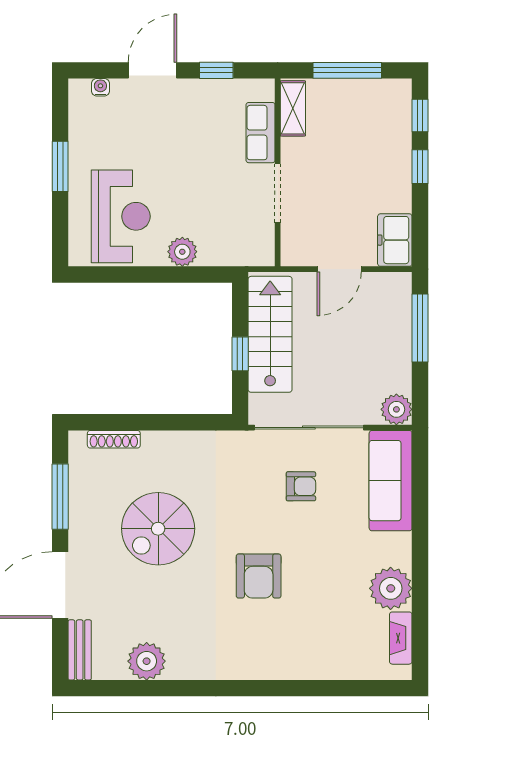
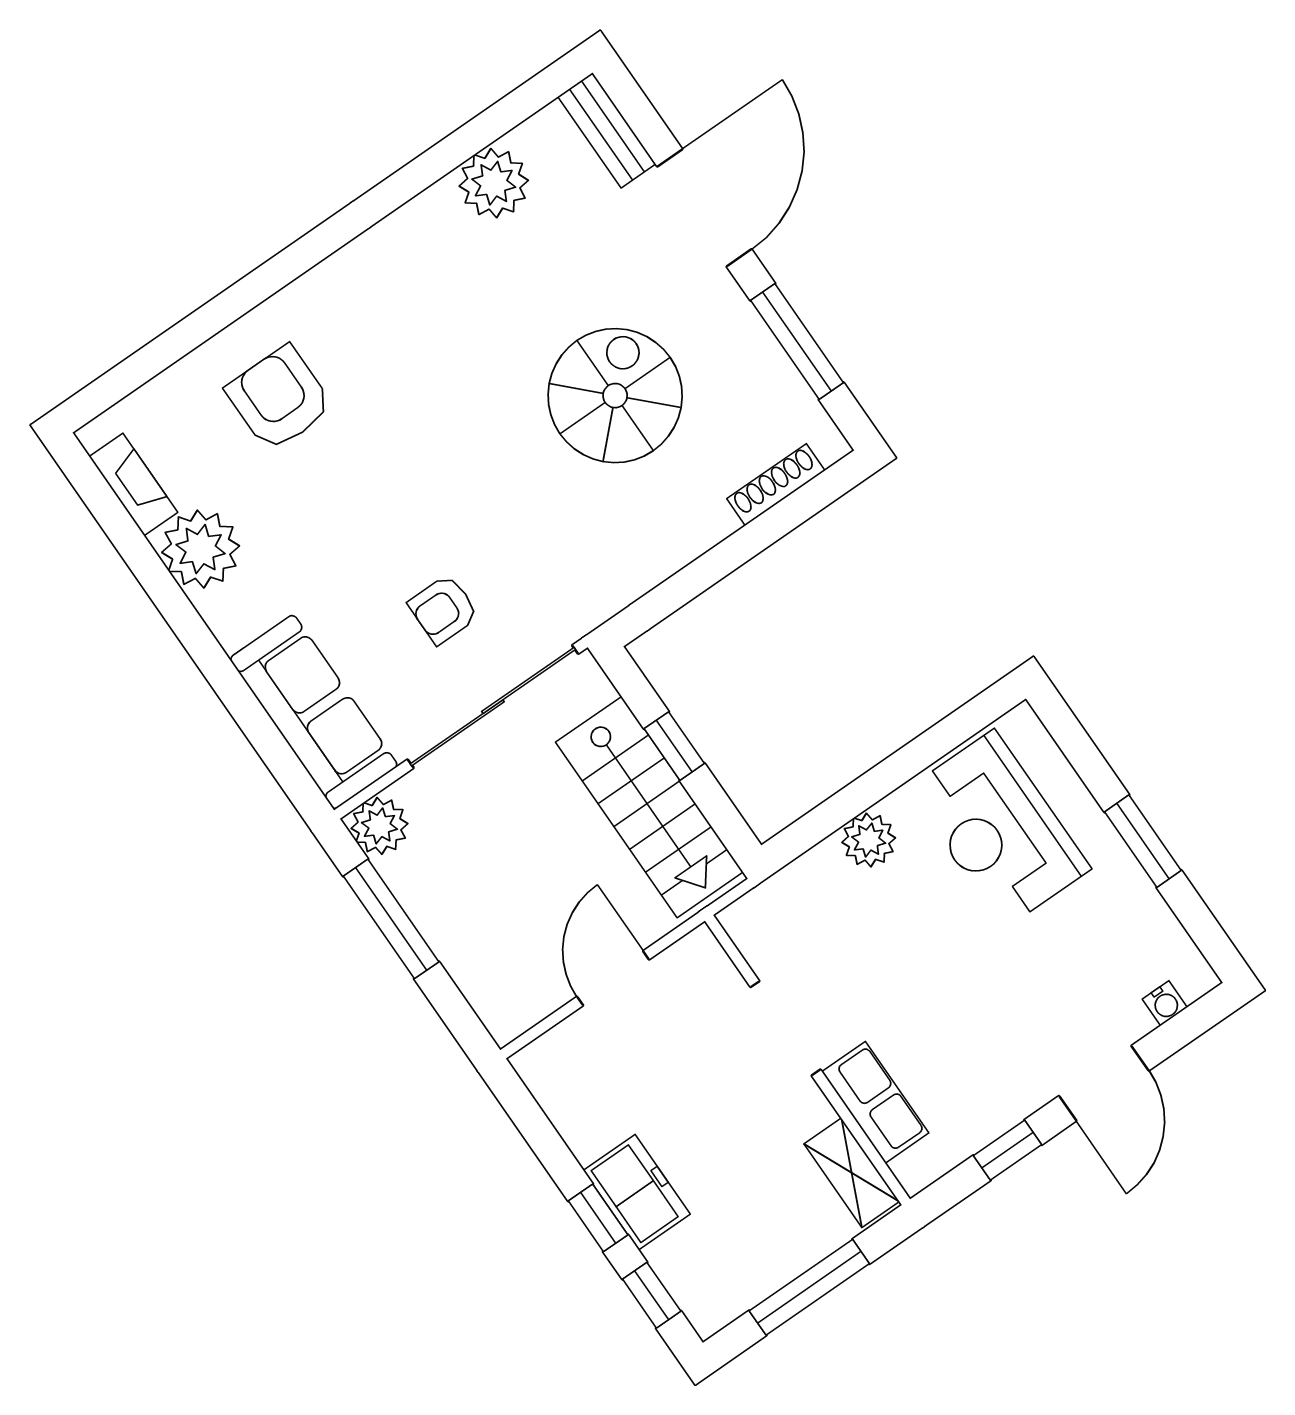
freezer: (395, 240) -> (637, 1192), moved
window: (420, 328) -> (391, 919), moved
armchair: (259, 576) -> (279, 398), moved

